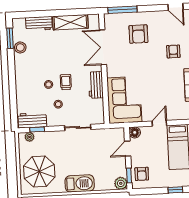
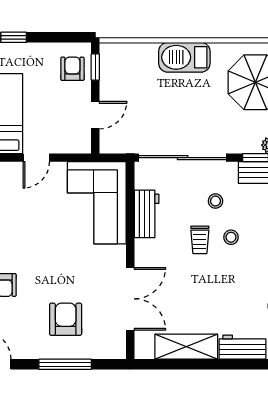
window: (122, 10) -> (65, 364), moved
workbench: (96, 85) -> (147, 214), moved
sliding door: (78, 127) -> (183, 158), width x1.86
floor lamp: (135, 132) -> (81, 144), removed
plant: (121, 183) -> (111, 54), removed

